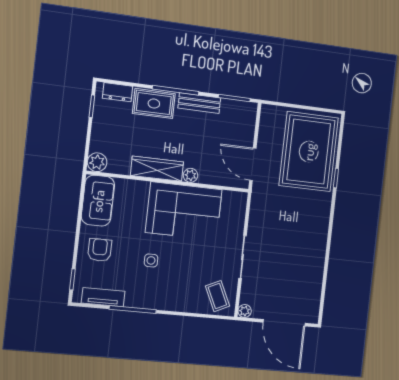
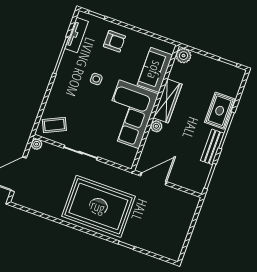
dresser: (118, 92) -> (235, 84), removed
rug: (309, 152) -> (98, 206), moved
sofa: (98, 201) -> (155, 70), moved, turned 90

